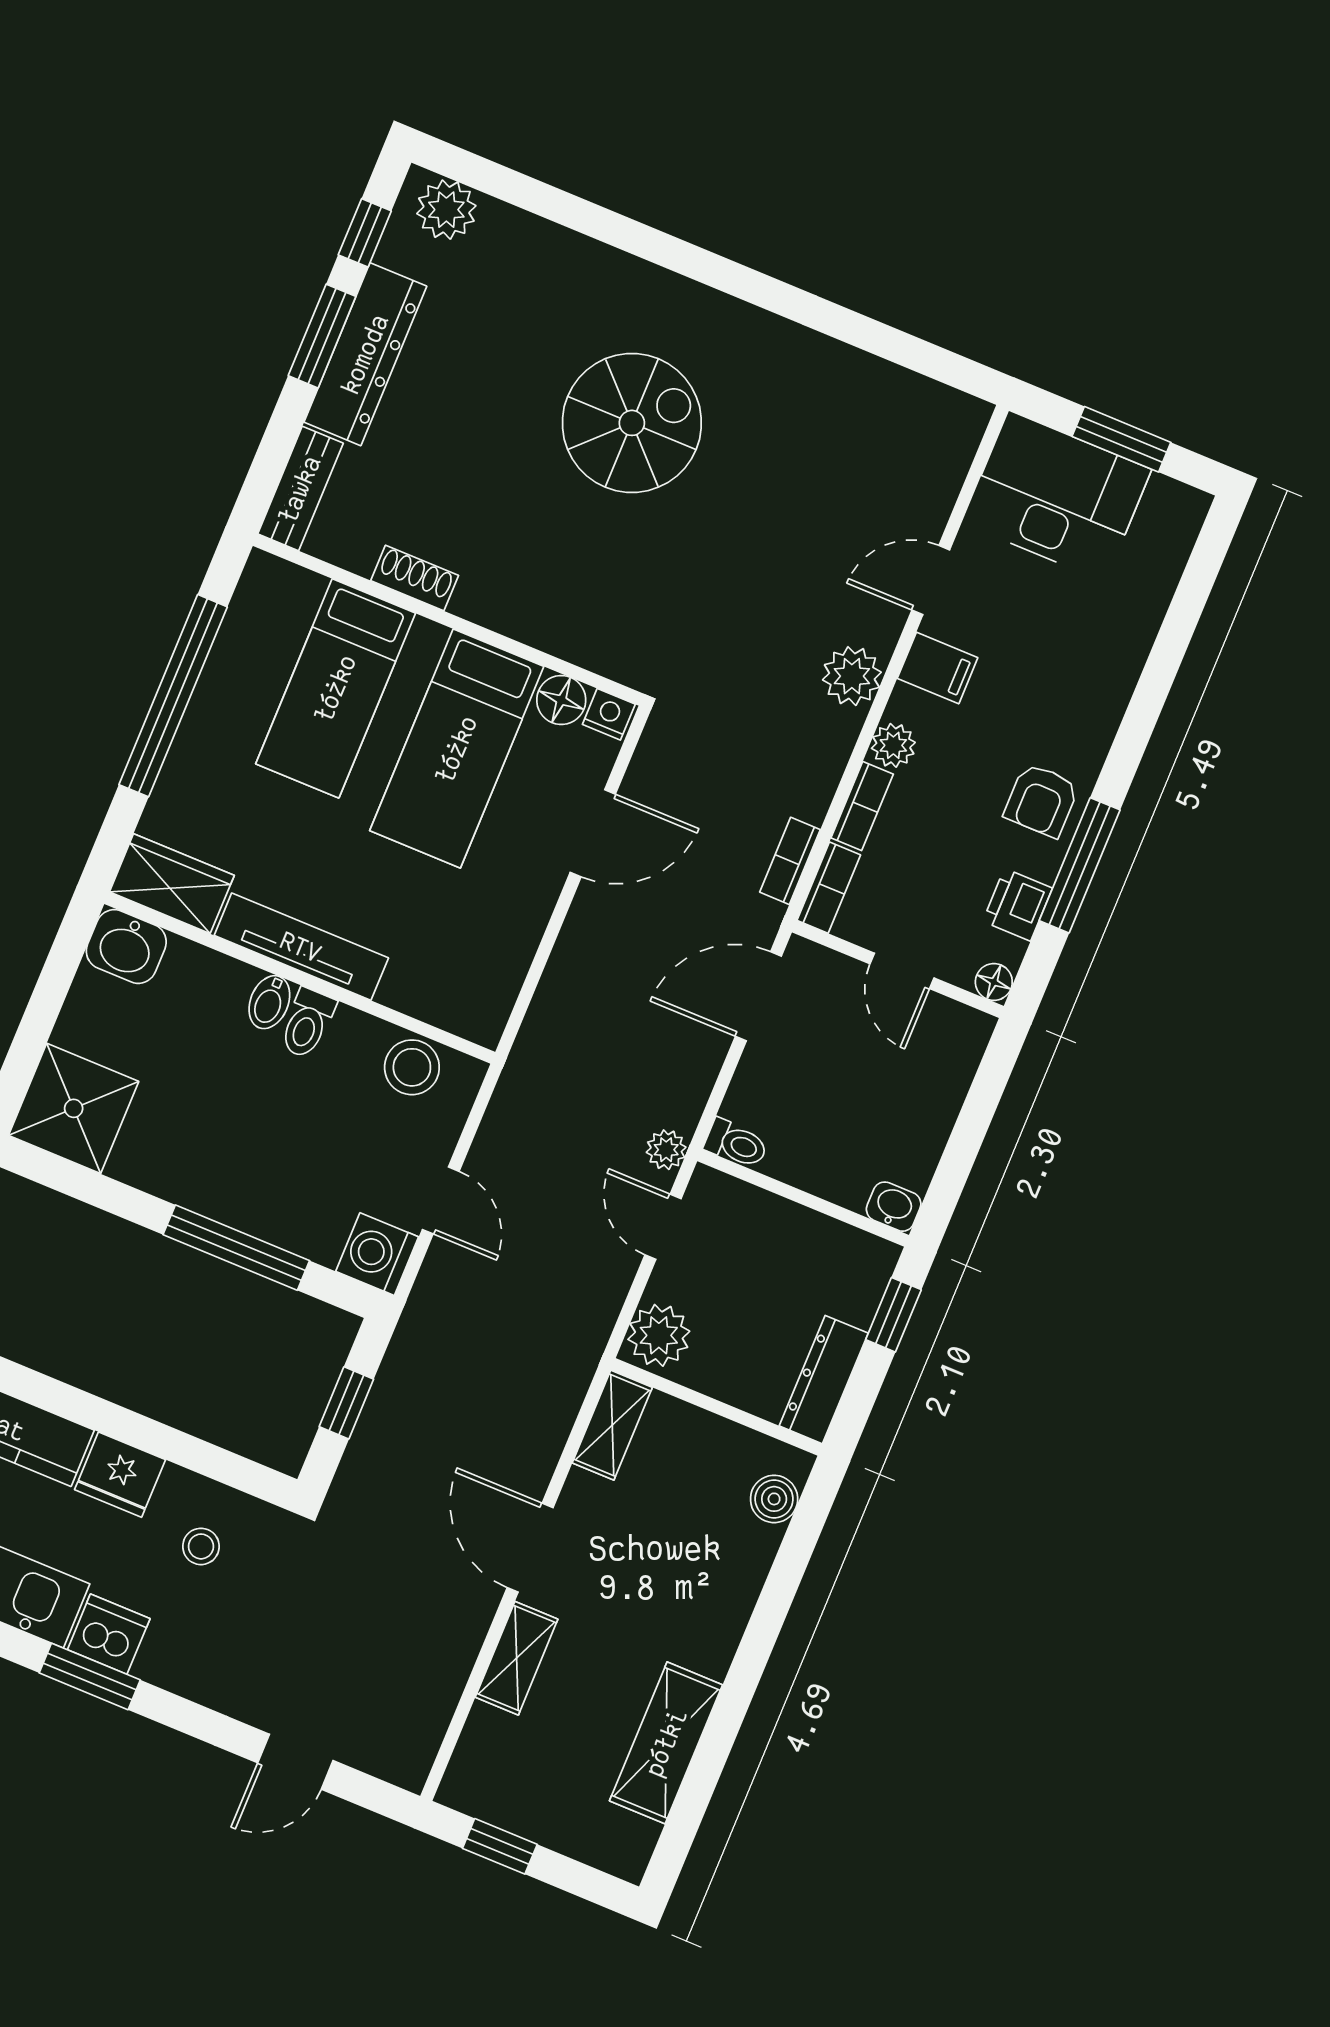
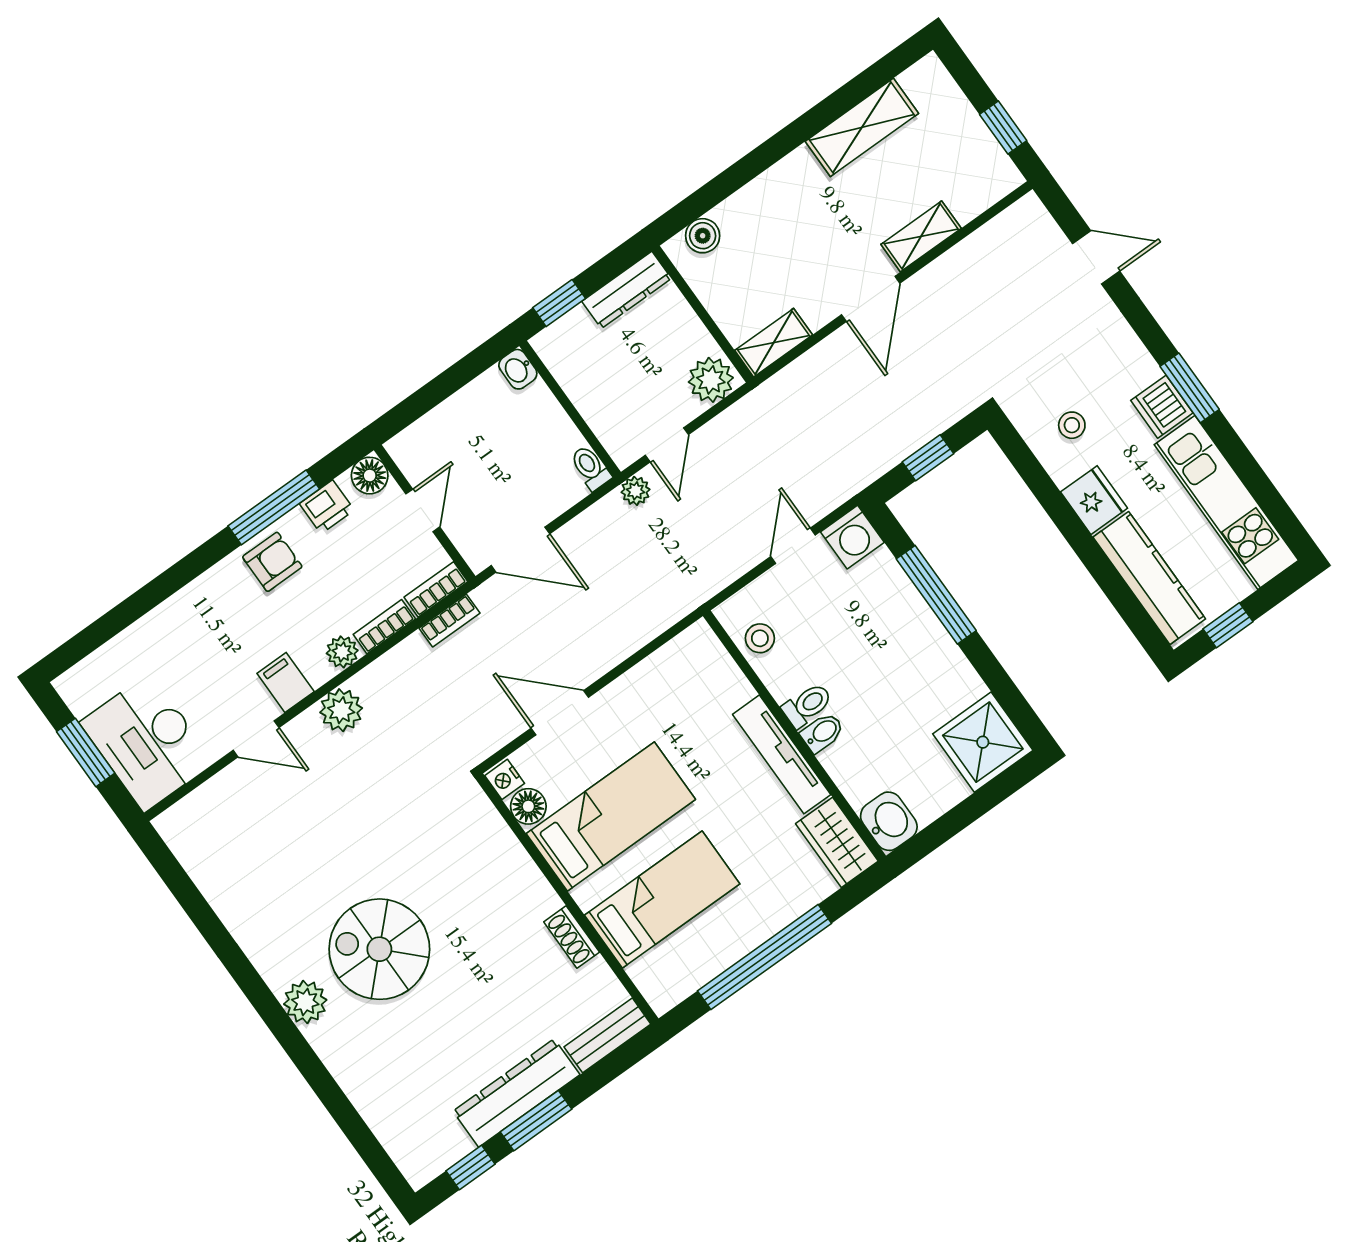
plant: (446, 210) -> (305, 1002), moved
floor lamp: (994, 982) -> (370, 476), width x1.37, depth x1.37
stool: (412, 1067) -> (760, 638), width x0.73, depth x0.73

